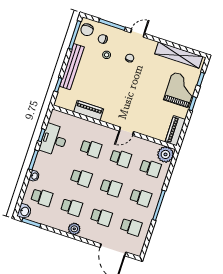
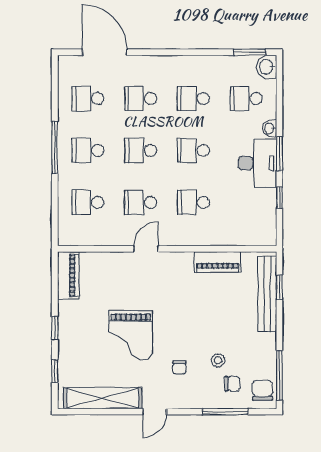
door: (138, 33) -> (155, 412), moved
bench: (72, 67) -> (267, 294), moved
grand piano: (180, 90) -> (131, 335), moved
desk: (54, 140) -> (257, 163), moved
plant: (165, 154) -> (71, 232), removed
plant: (74, 229) -> (178, 65), removed

